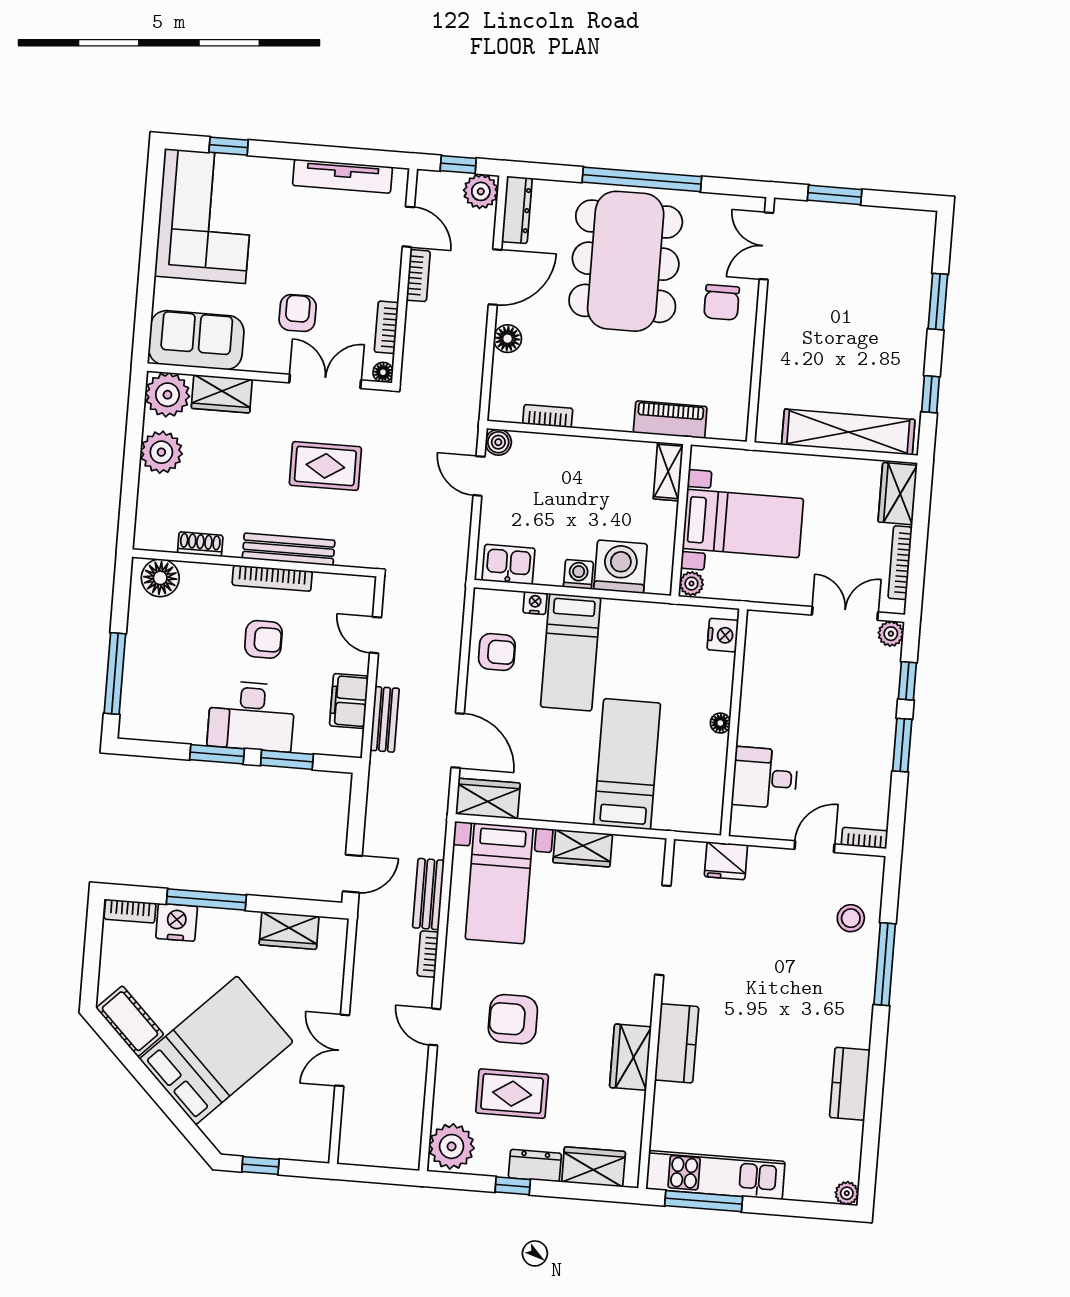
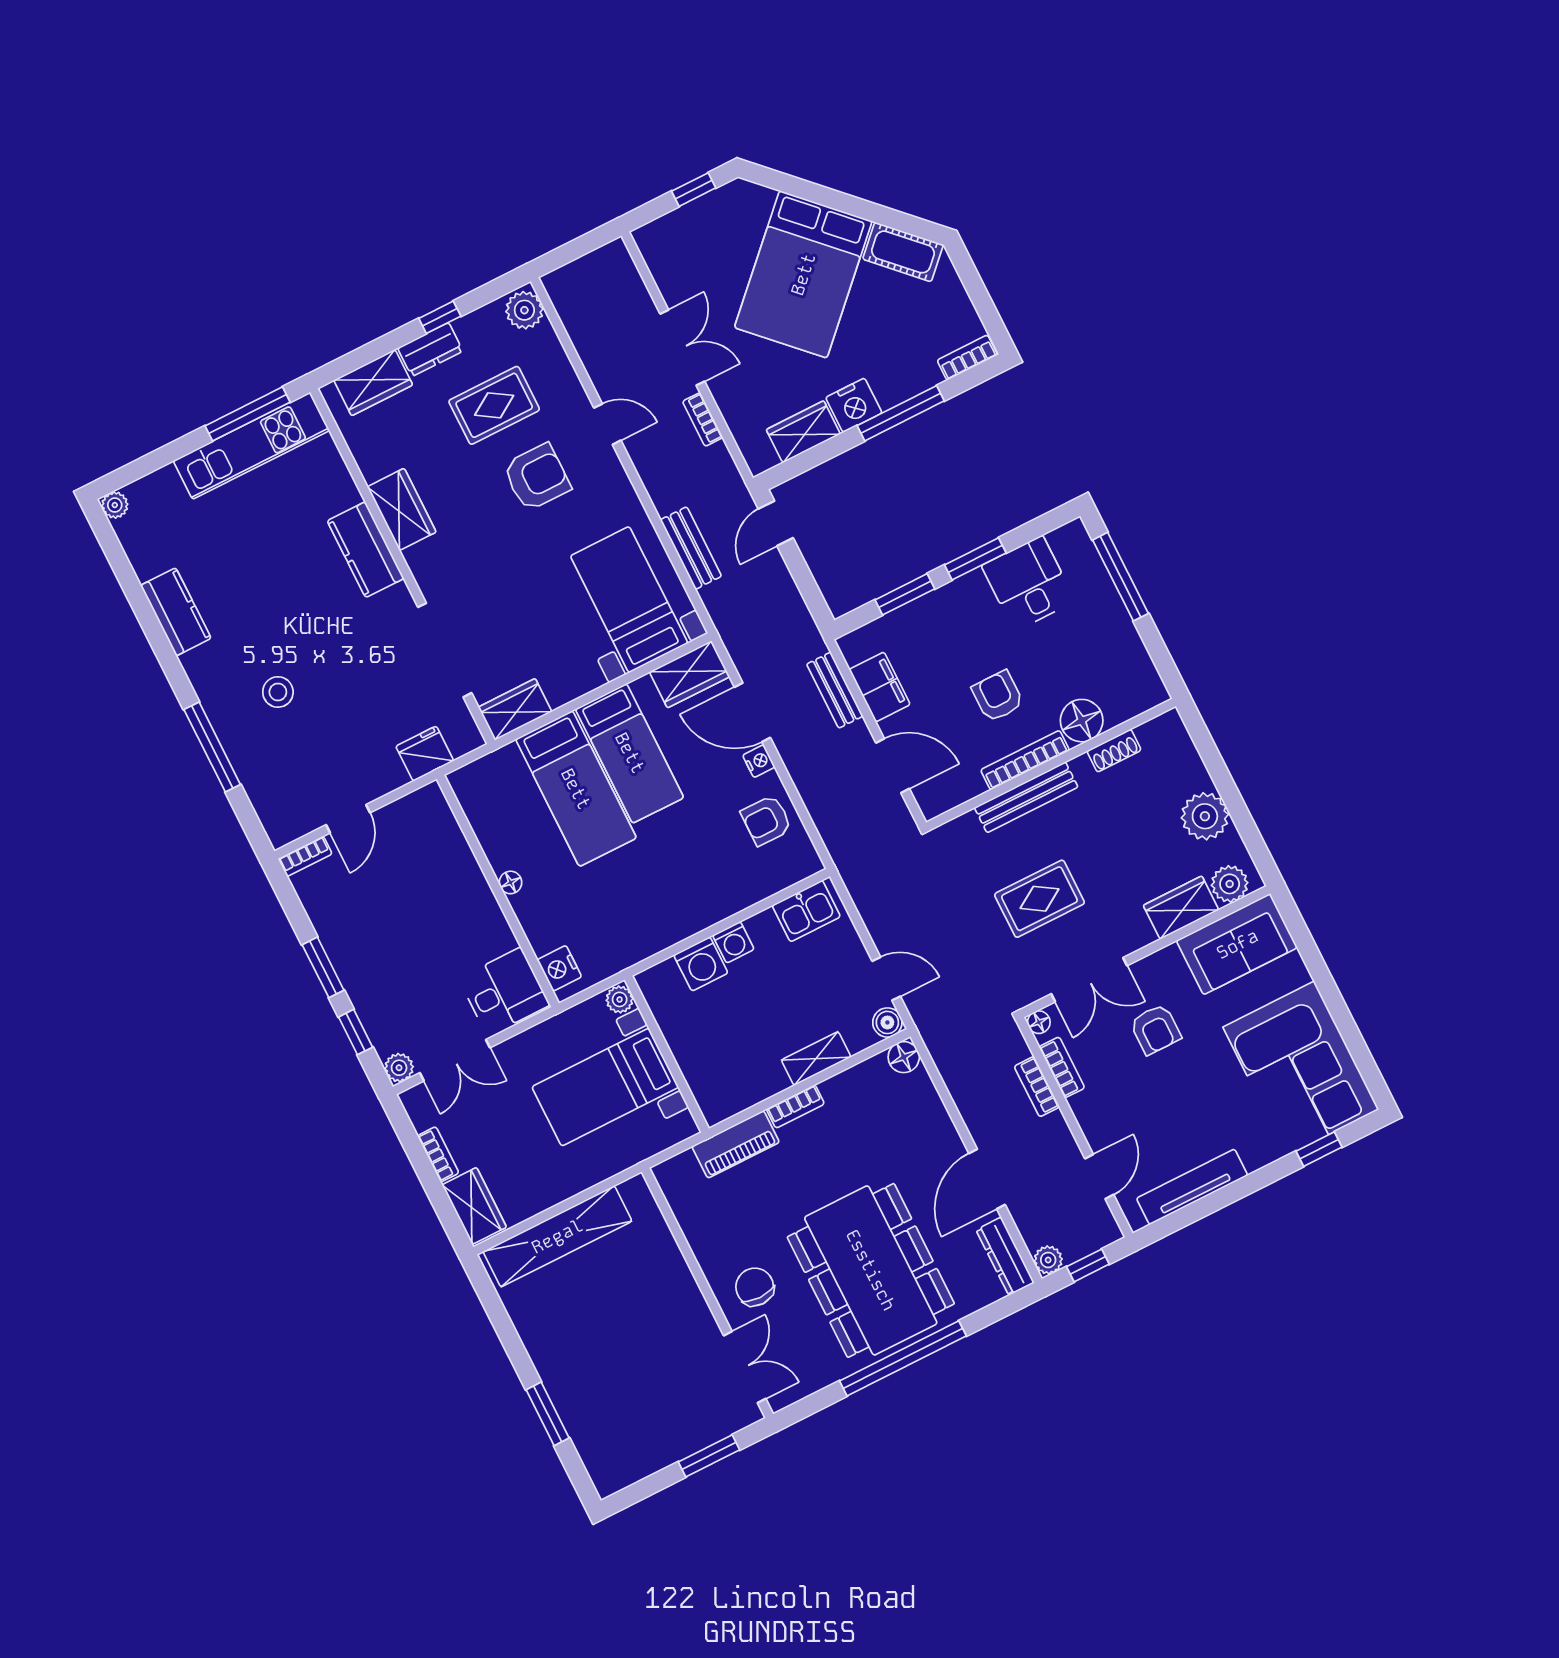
plant: (481, 191) -> (1048, 1260), width x0.73, depth x0.73
door: (408, 227) -> (1099, 1177), swing flipped
bookcase: (418, 276) -> (1037, 1087), moved
floor lamp: (508, 339) -> (904, 1057), moved
window: (930, 394) -> (501, 1321), removed
plant: (167, 395) -> (1230, 884), width x0.73, depth x0.73
bookcase: (548, 416) -> (795, 1106), moved
shelving: (668, 471) -> (816, 1059), moved, turned 90
bookcase: (900, 563) -> (438, 1154), width x0.64
washing machine: (621, 567) -> (701, 964), width x0.73, depth x0.73
floor lamp: (160, 578) -> (1082, 721), moved
nightstand: (535, 603) -> (759, 761), moved, turned -90
door: (376, 635) -> (893, 766), width x1.38
armchair: (263, 639) -> (998, 696), turned 90
bed: (571, 652) -> (630, 753), moved, turned 180
desk: (251, 716) -> (1028, 583), moved, width x0.73
desk: (765, 778) -> (504, 992), moved
wardrobe: (583, 848) -> (515, 709), moved
stool: (851, 918) -> (278, 692), moved
nightstand: (177, 922) -> (854, 405), moved
bookcase: (428, 954) -> (703, 419), moved, turned 180
plant: (452, 1146) -> (524, 310), width x0.73, depth x0.73

